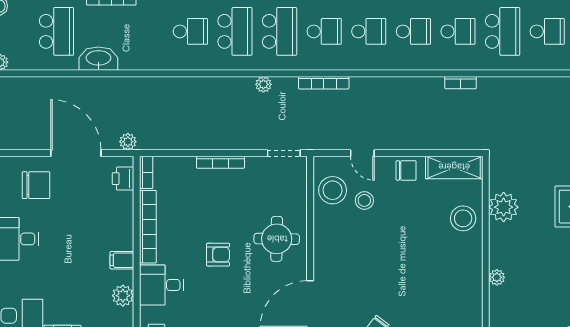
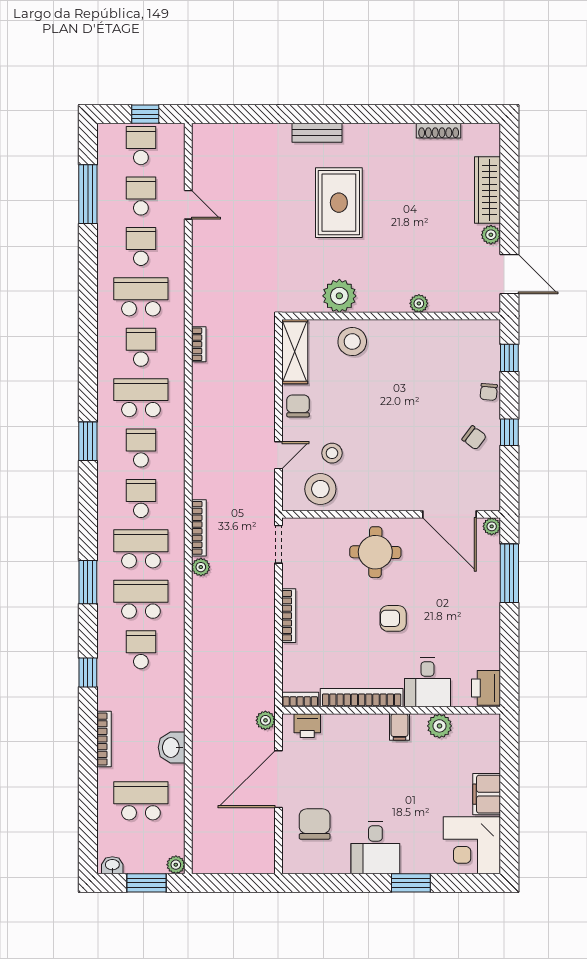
school desk: (413, 31) -> (141, 398), width x1.85
washbasin: (98, 59) -> (172, 747), width x0.72
bookcase: (324, 83) -> (199, 528), moved
armchair: (218, 255) -> (393, 618), turned -90

